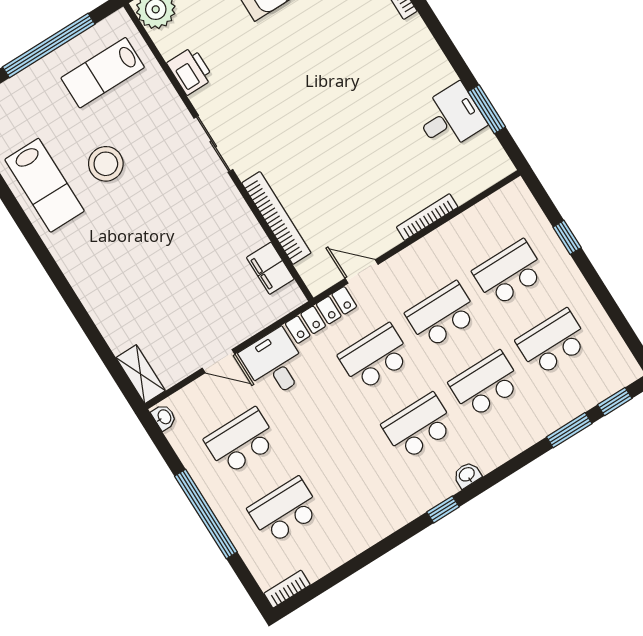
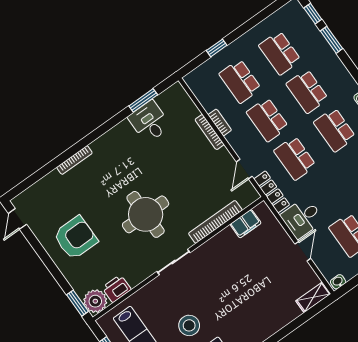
printer: (190, 71) -> (117, 289), moved
round table: (296, 102) -> (146, 214), added
bookcase: (442, 235) -> (220, 122), added

